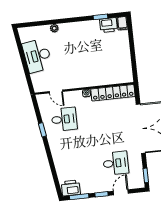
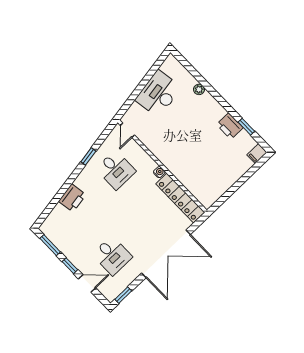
printer: (108, 25) -> (230, 126), moved
door: (56, 91) -> (127, 130), moved
printer: (71, 188) -> (72, 198), moved, turned 81

